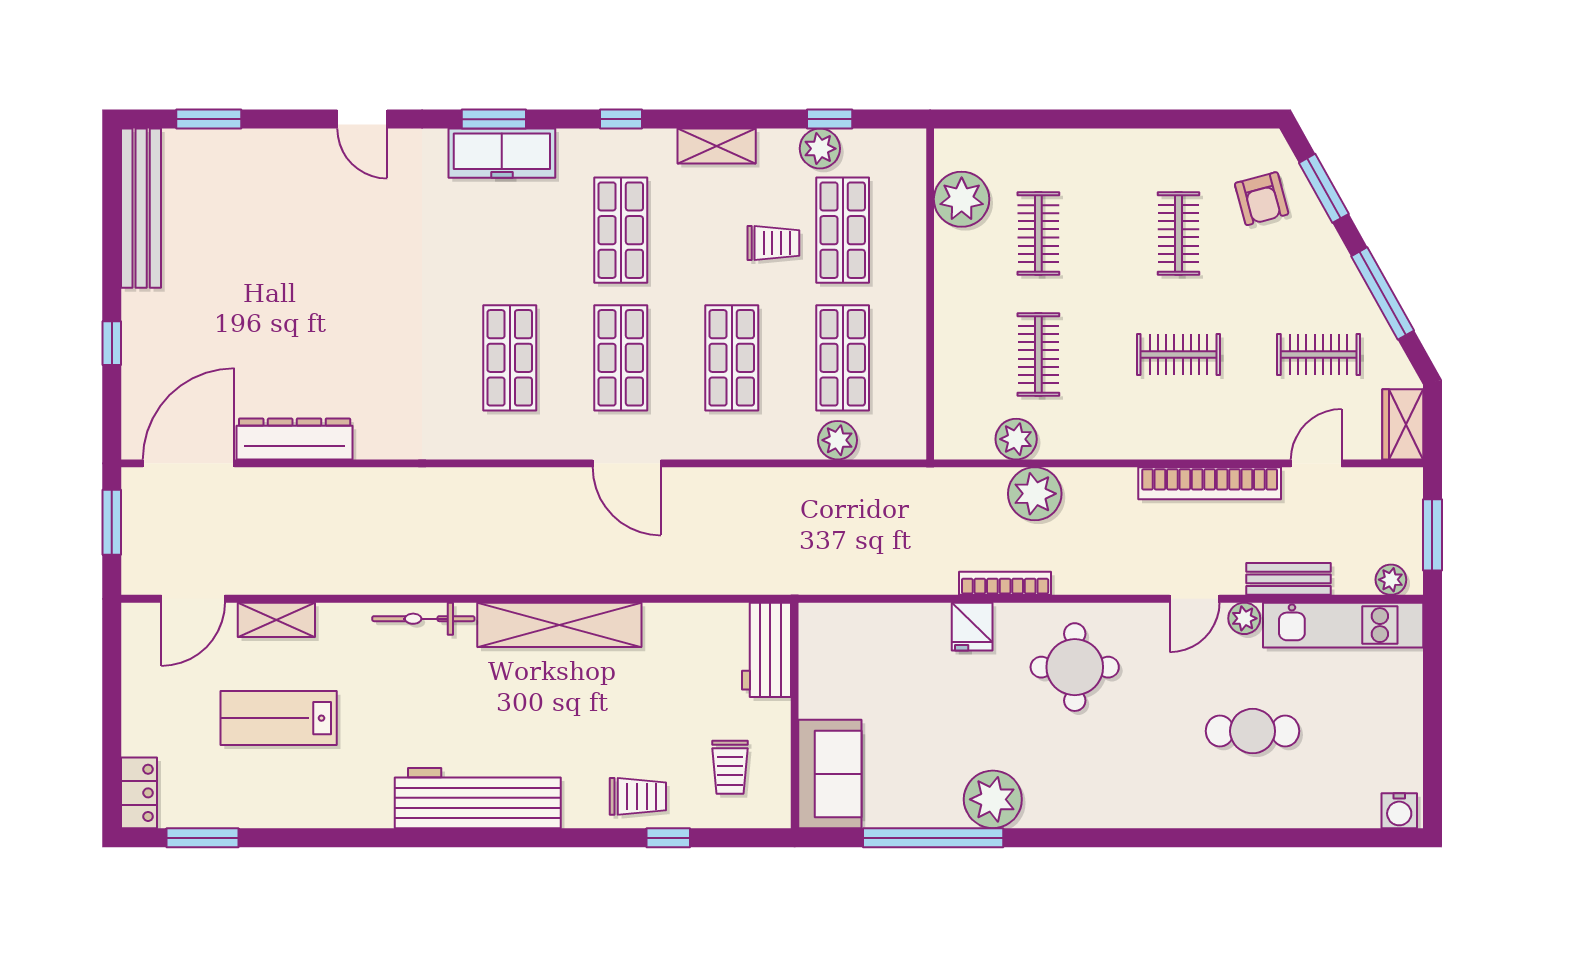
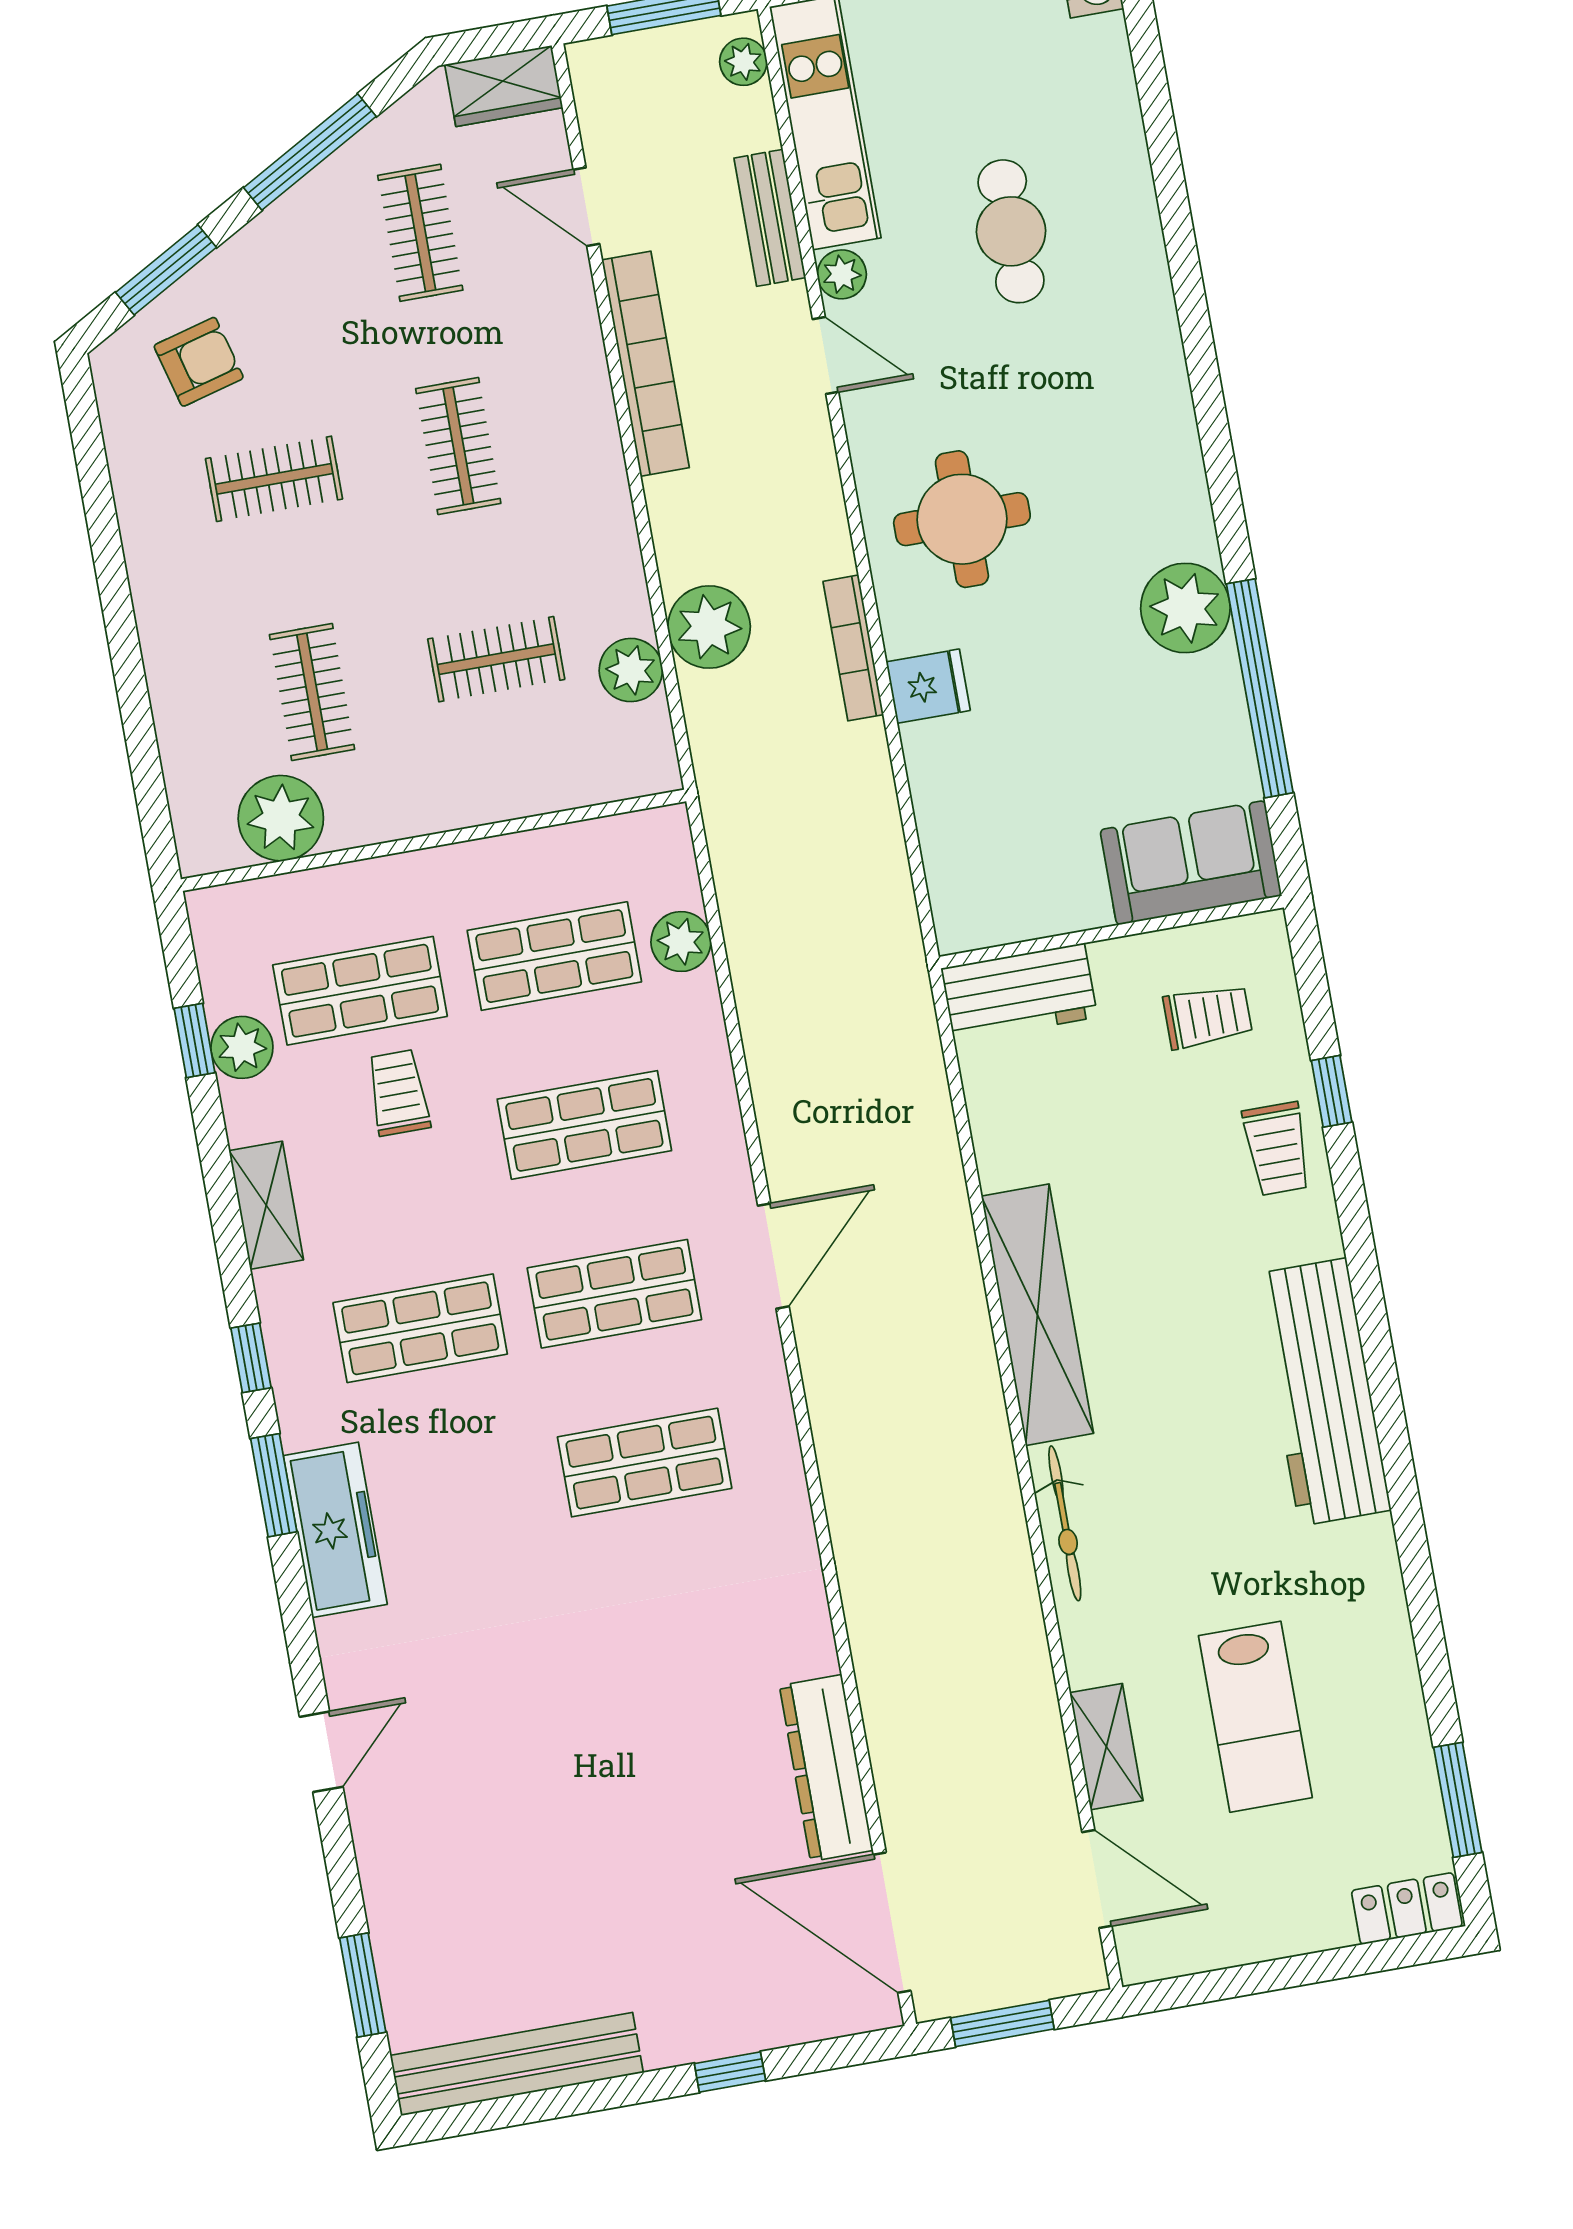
window: (494, 119) -> (274, 1485), moved
clothes rail: (1038, 233) -> (312, 692), turned 90
trolley: (638, 796) -> (1277, 1149), turned 180

